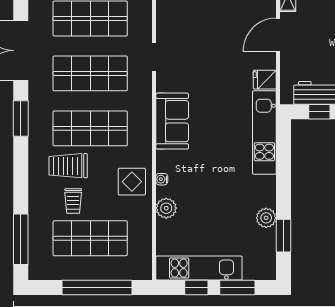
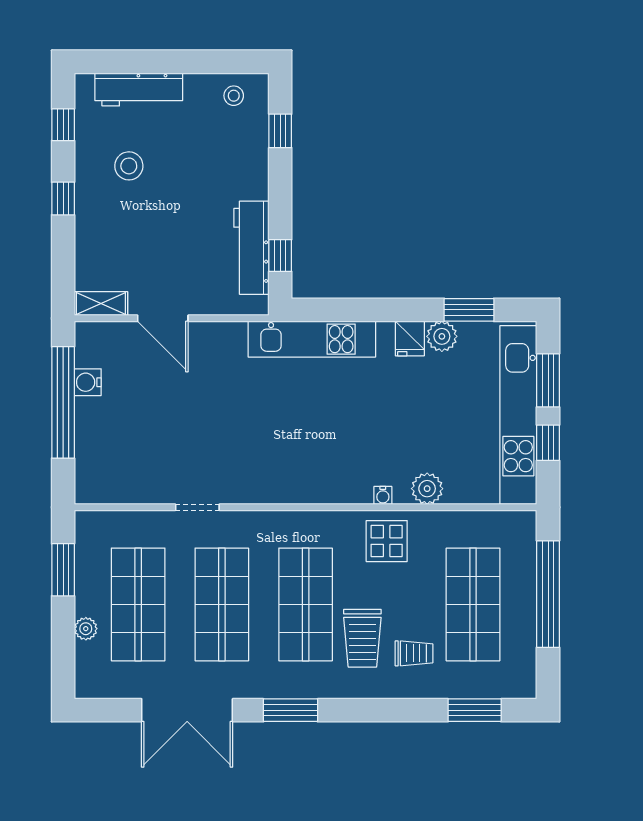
fridge: (265, 80) -> (410, 338), moved
sofa: (172, 121) -> (294, 480), removed
trolley: (73, 201) -> (414, 653), moved
window: (21, 239) -> (475, 710), width x0.69
kitchen unit: (199, 268) -> (518, 415), width x1.36

